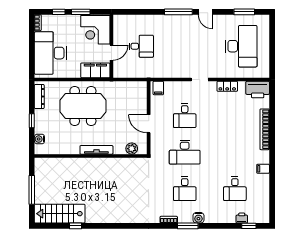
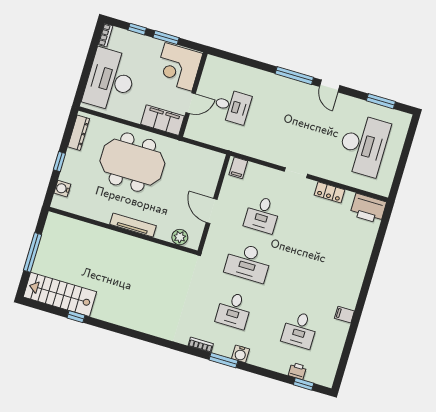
bookcase: (265, 129) -> (362, 263), removed

